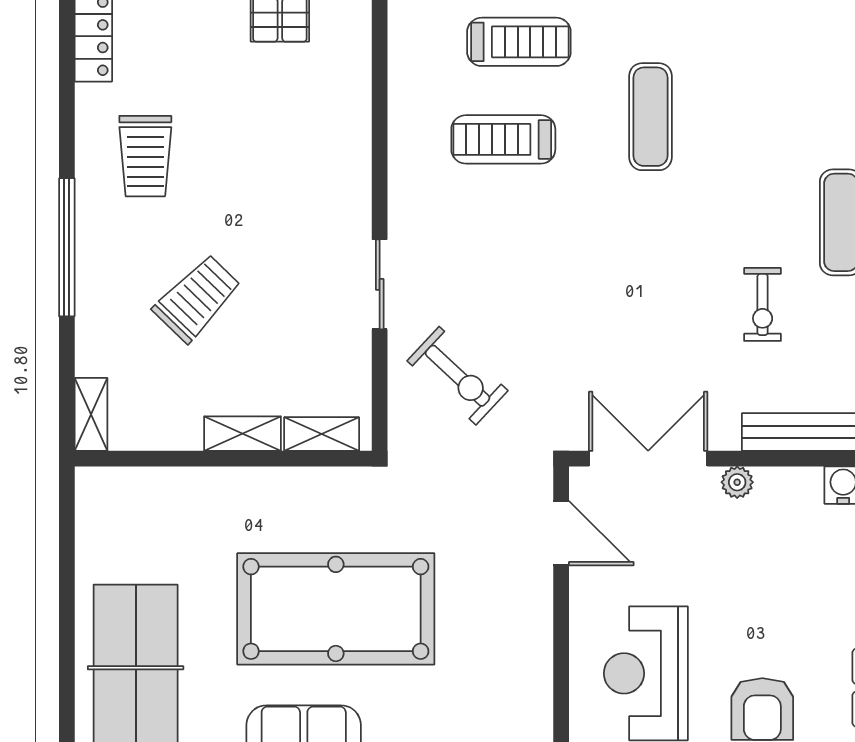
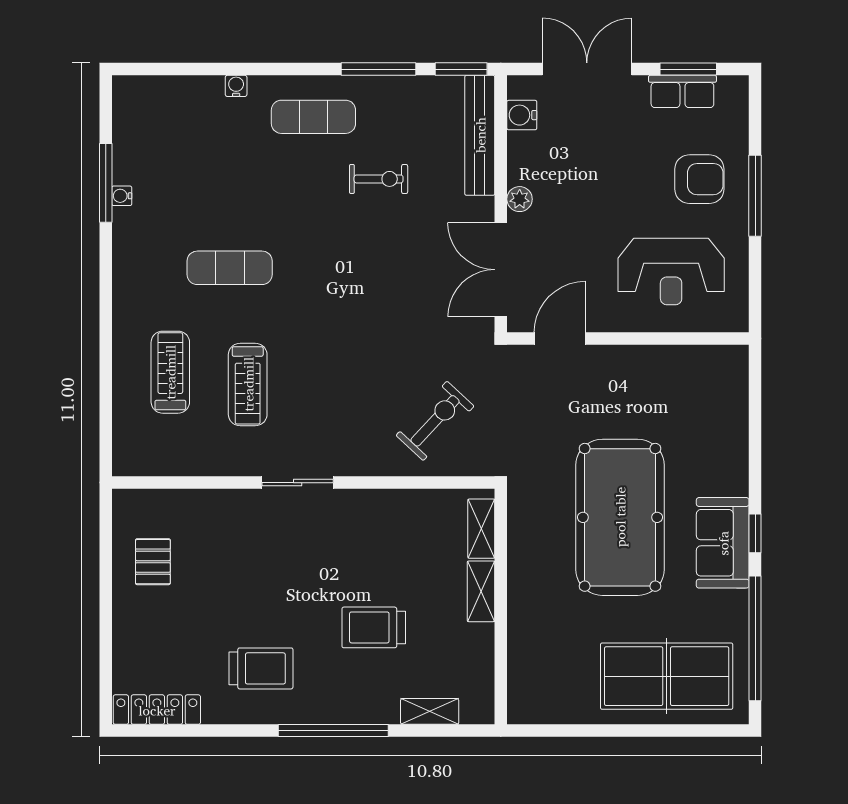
sliding door: (380, 284) -> (298, 483), moved
trolley: (197, 298) -> (374, 627), turned -44
shelving: (91, 414) -> (430, 711), moved

